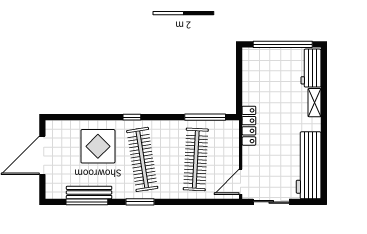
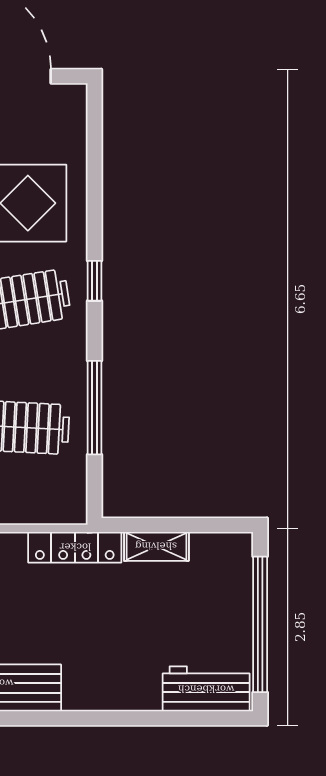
shelving: (314, 103) -> (156, 546), moved
window: (205, 117) -> (94, 408), moved

